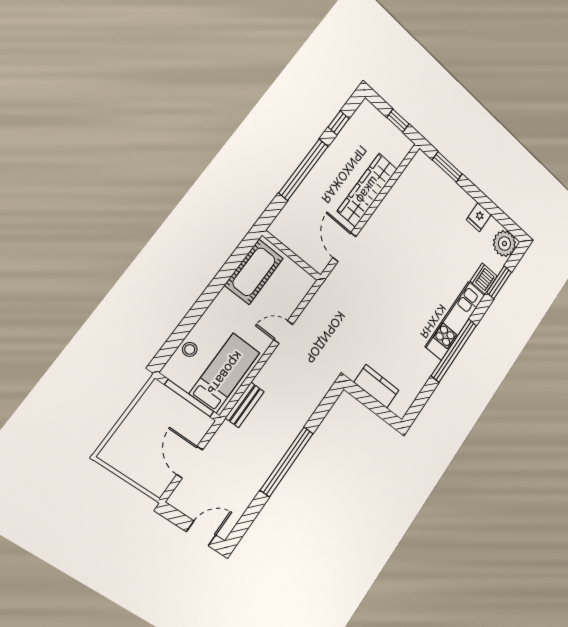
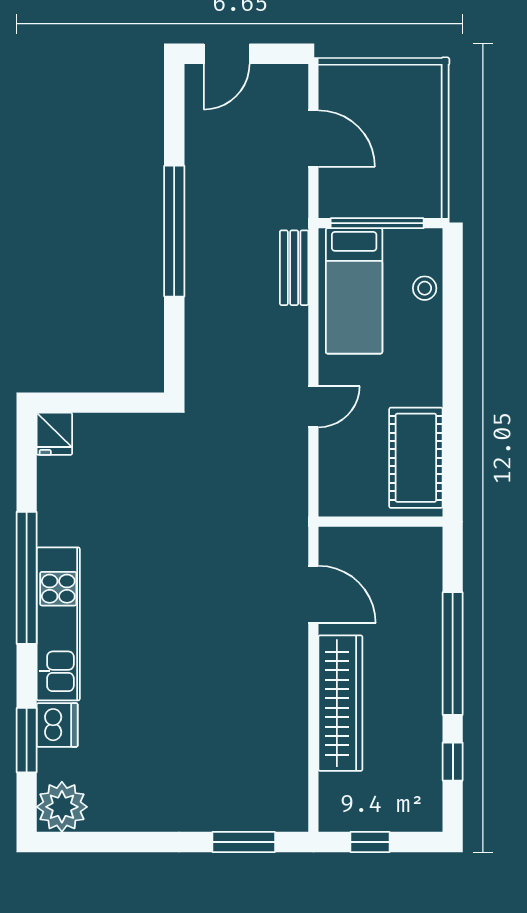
fridge: (479, 217) -> (54, 434), moved, turned 180
kitchen counter: (376, 386) -> (115, 433), removed

